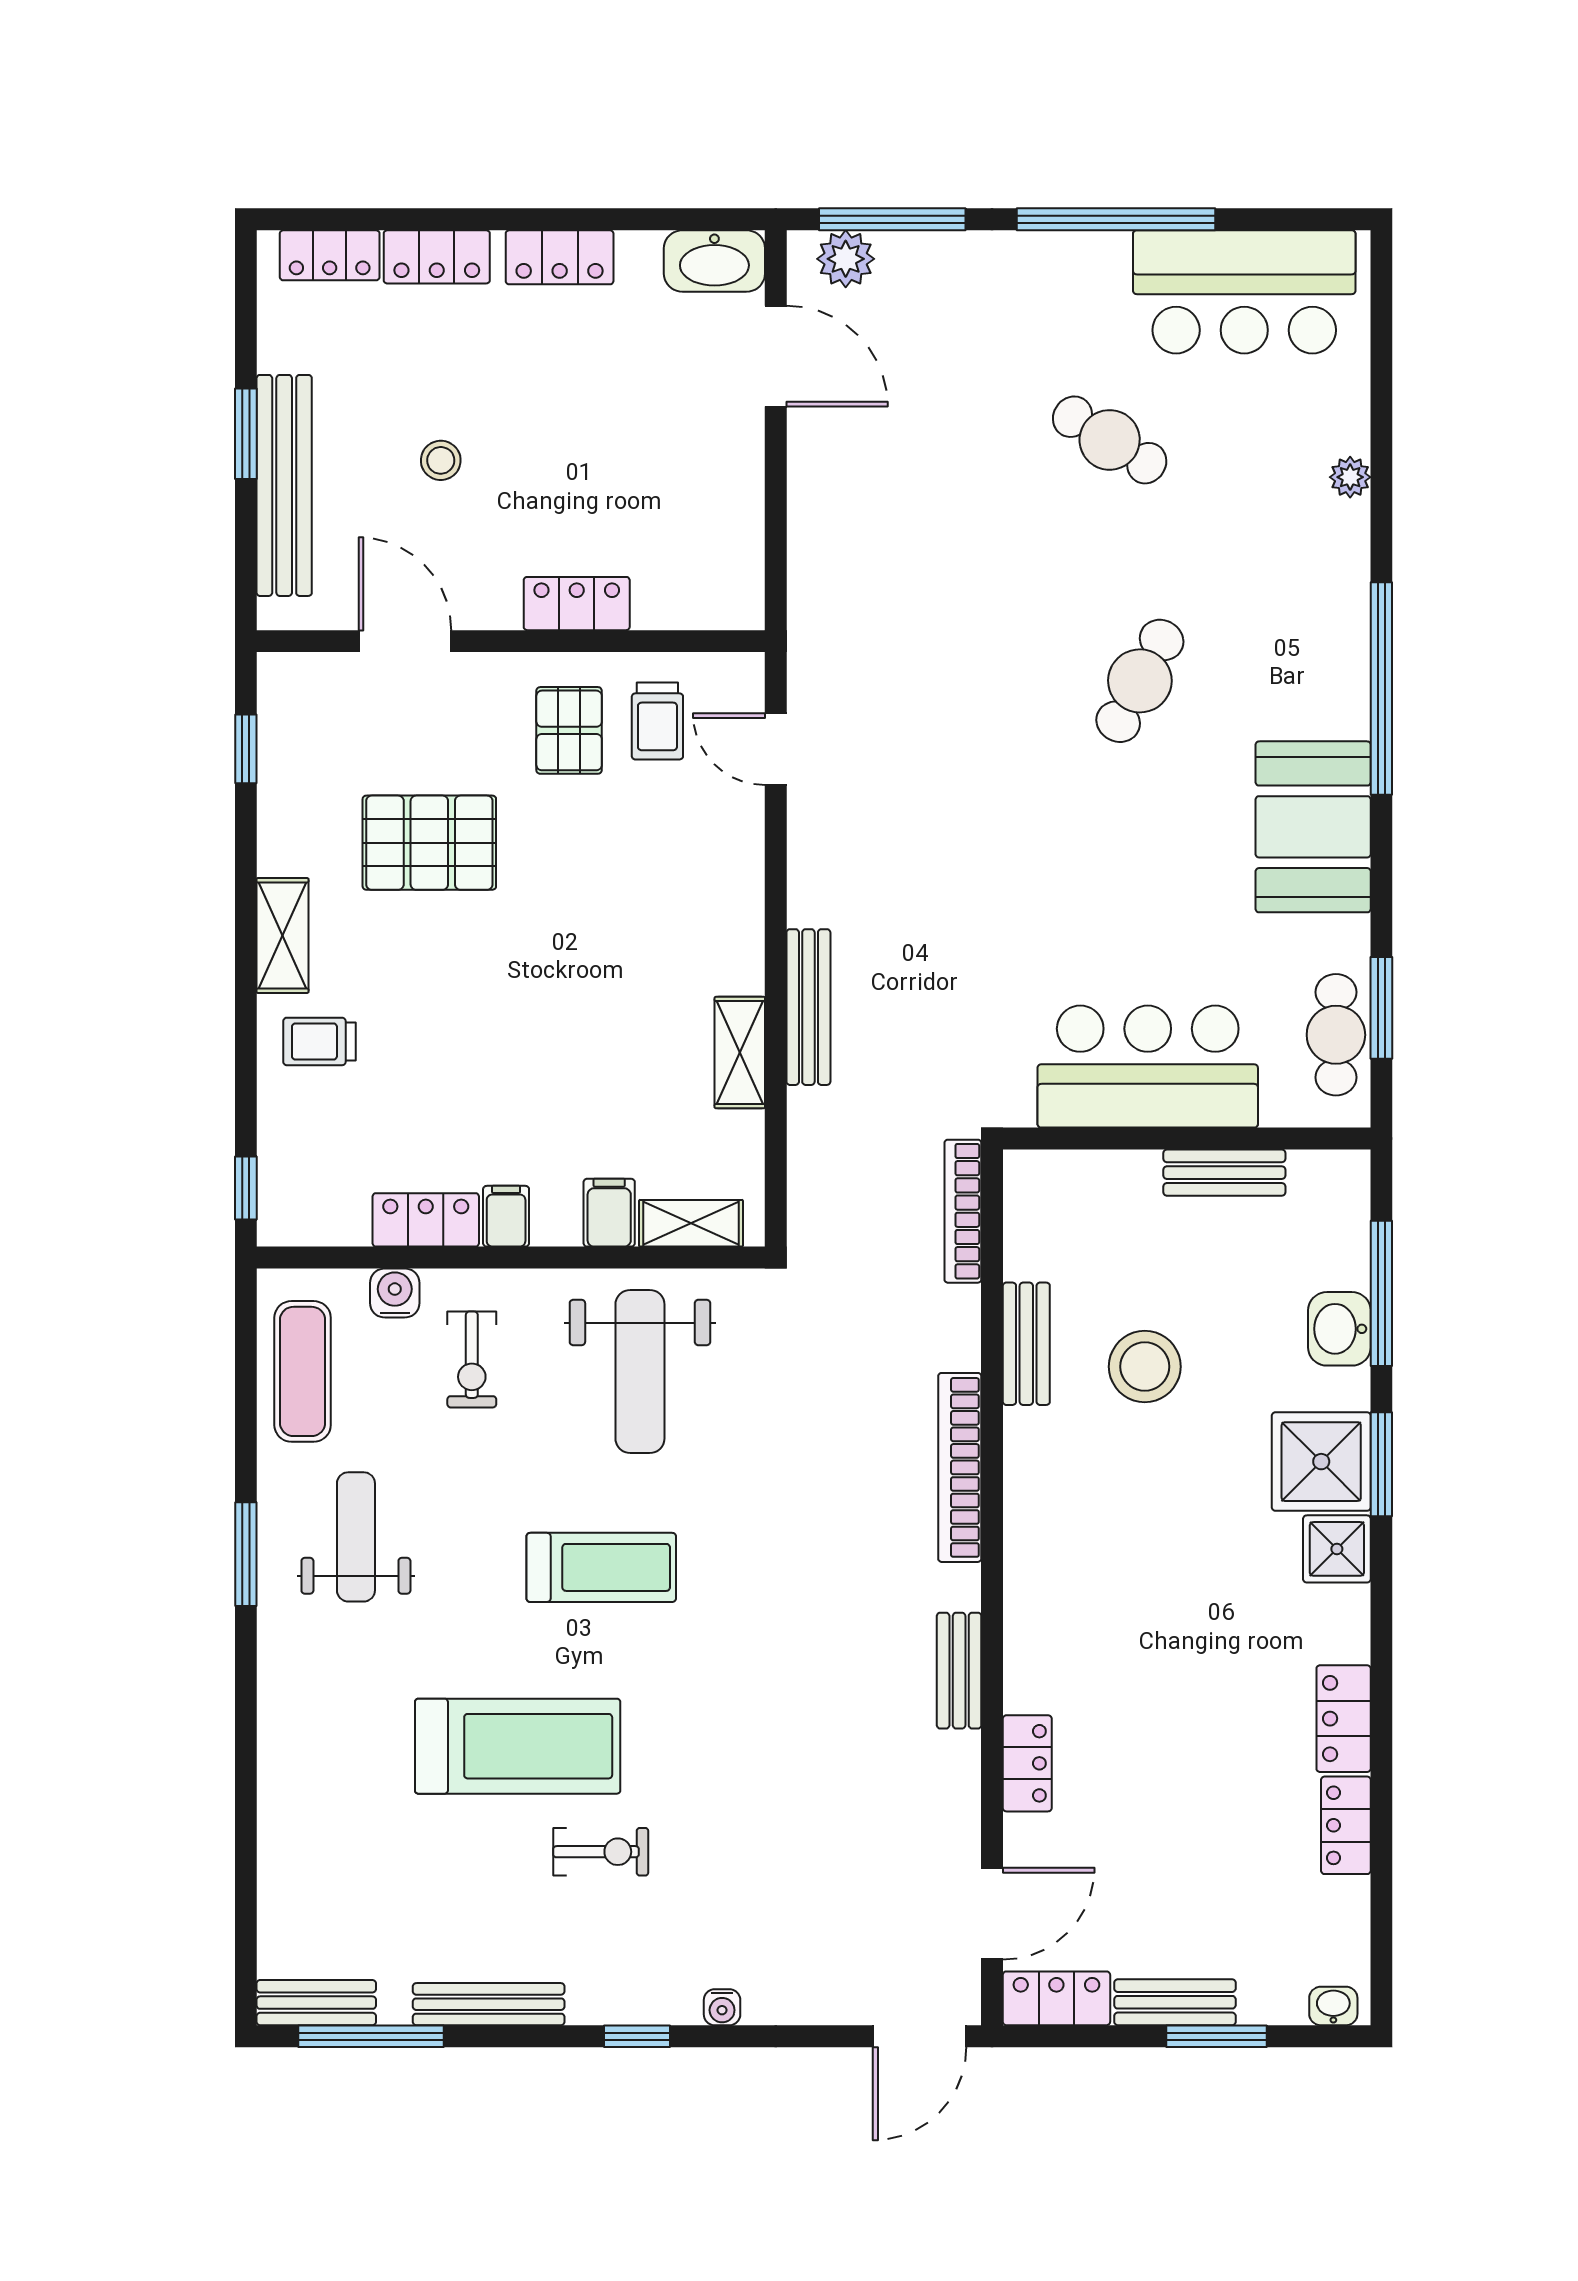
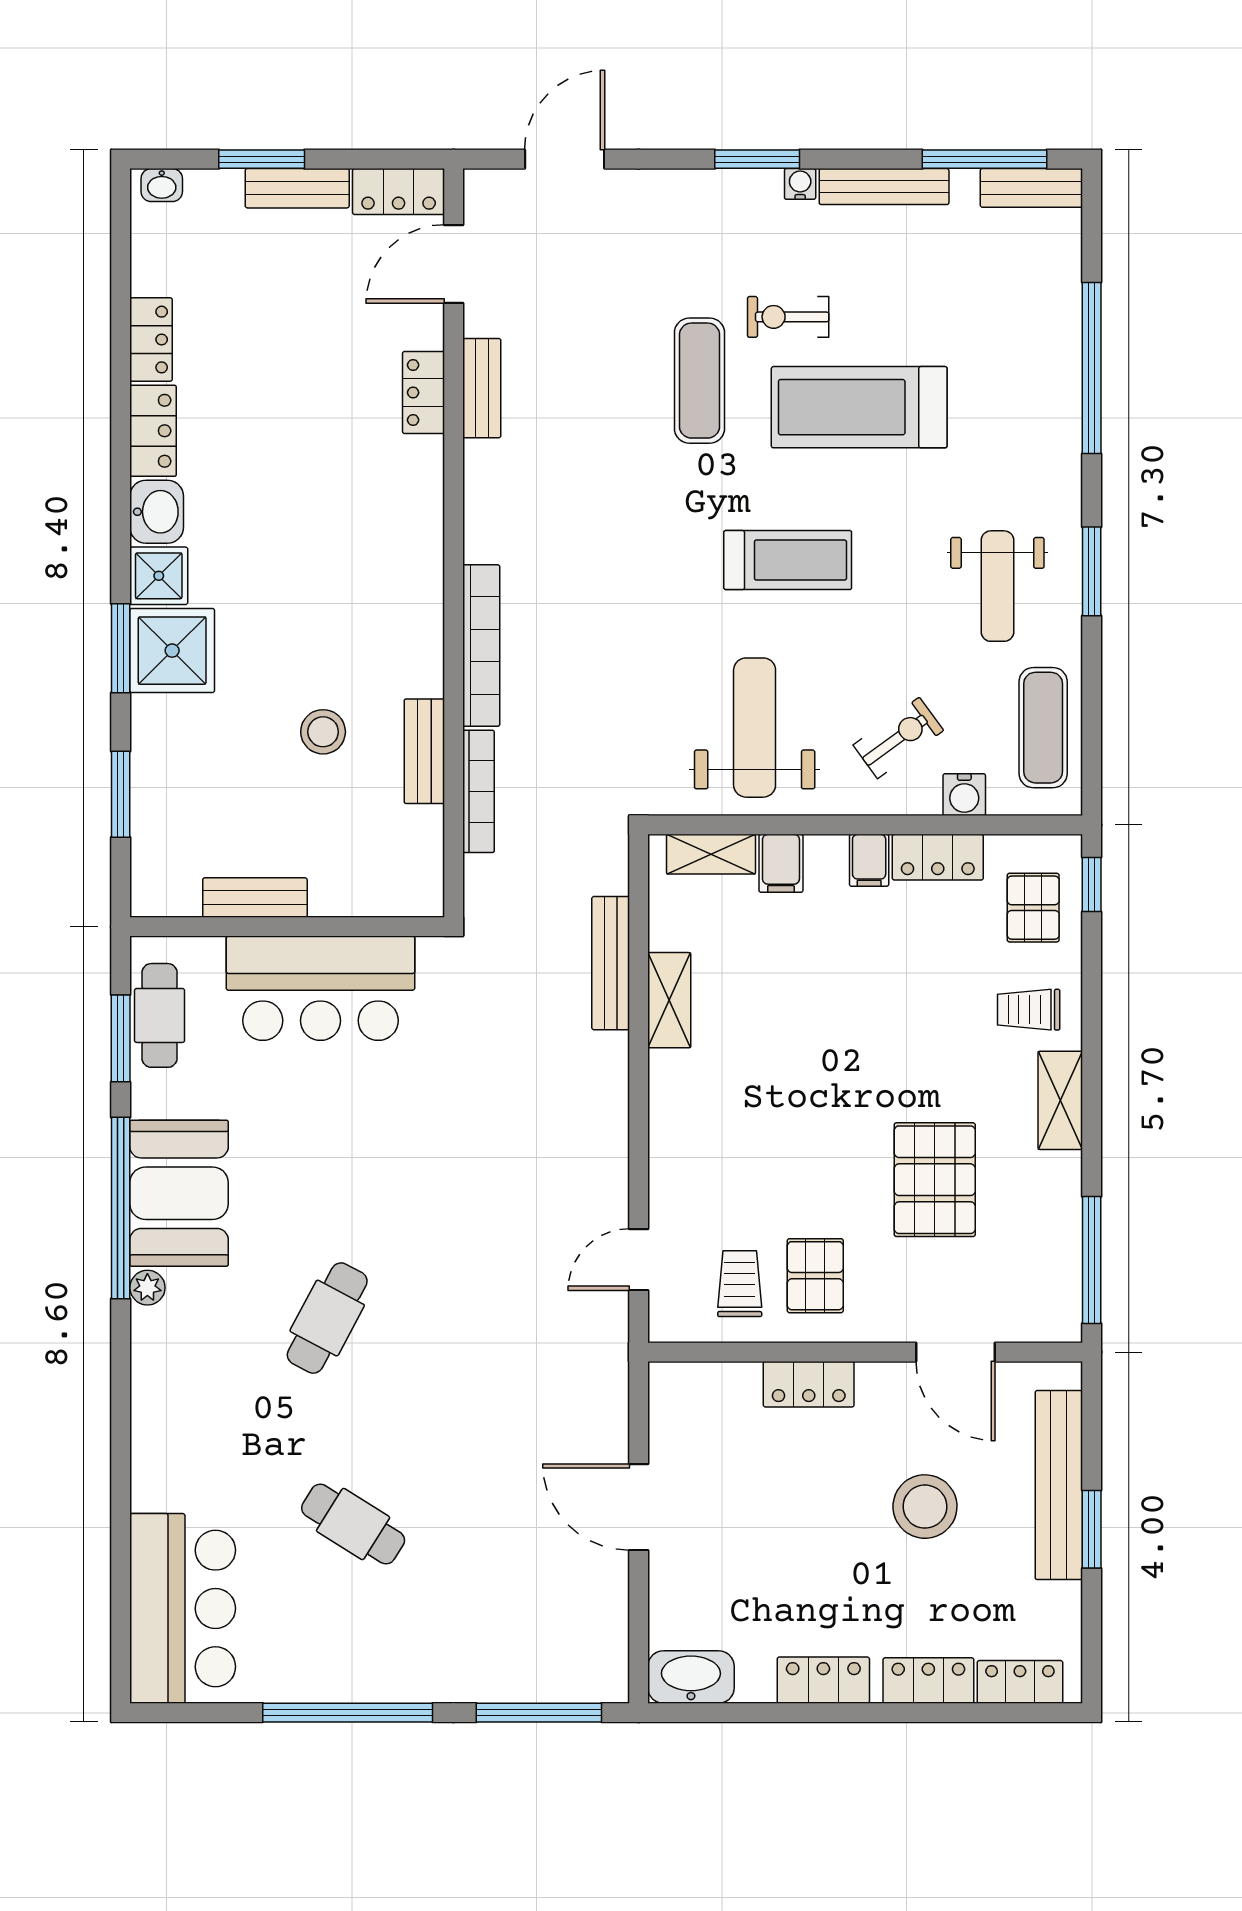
plant: (846, 259) -> (579, 1679), removed
bar counter: (1244, 292) -> (183, 1608), moved, turned 90
door: (776, 356) -> (639, 1507), moved
stool: (441, 460) -> (925, 1507), width x1.89, depth x1.89
plant: (1350, 477) -> (147, 1288), moved
window: (1381, 689) -> (121, 1208), moved
window: (246, 749) -> (1092, 1260), width x2.17
door: (776, 749) -> (639, 1260), swing flipped
pallet: (429, 843) -> (935, 1180), turned 90
bench: (808, 1007) -> (611, 963), moved
trolley: (319, 1041) -> (1029, 1010), turned 180
pallet: (314, 1161) -> (1033, 908), added
bookcase: (963, 1211) -> (479, 791), moved
window: (1381, 1293) -> (121, 794), width x0.69
washbasin: (1339, 1329) -> (157, 512), moved
exercise bike: (472, 1359) -> (898, 738), turned 54
stool: (1145, 1367) -> (323, 732), width x0.73, depth x0.73
treadmill: (601, 1567) -> (788, 560), turned 180
bench: (959, 1671) -> (482, 388), moved
exercise mat: (704, 1777) -> (699, 381), added
window: (246, 1792) -> (1092, 368), added
water cooler: (722, 2007) -> (800, 184), moved
window: (637, 2036) -> (757, 159), width x1.50
door: (920, 2036) -> (565, 159), moved

